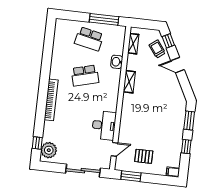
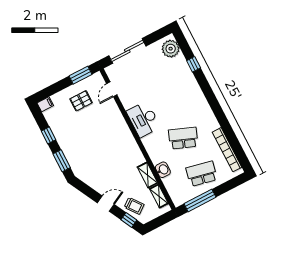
school desk: (85, 75) -> (183, 138), turned 36
shelving: (129, 82) -> (148, 175), moved
bookcase: (51, 100) -> (227, 150), moved
desk: (104, 125) -> (143, 119), moved
window: (37, 143) -> (194, 64), moved

